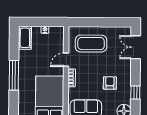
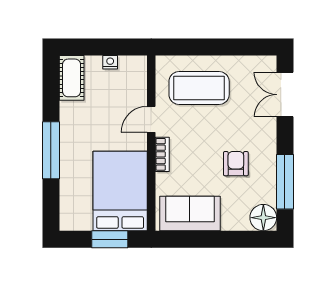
window: (135, 93) -> (285, 182), width x2.17

